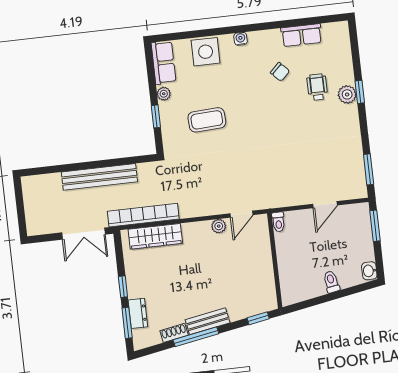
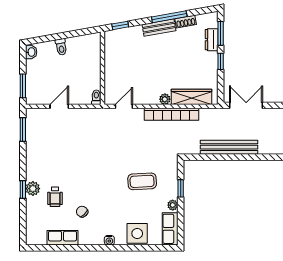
bookcase: (143, 215) -> (172, 114), moved
plant: (219, 226) -> (165, 99), moved

